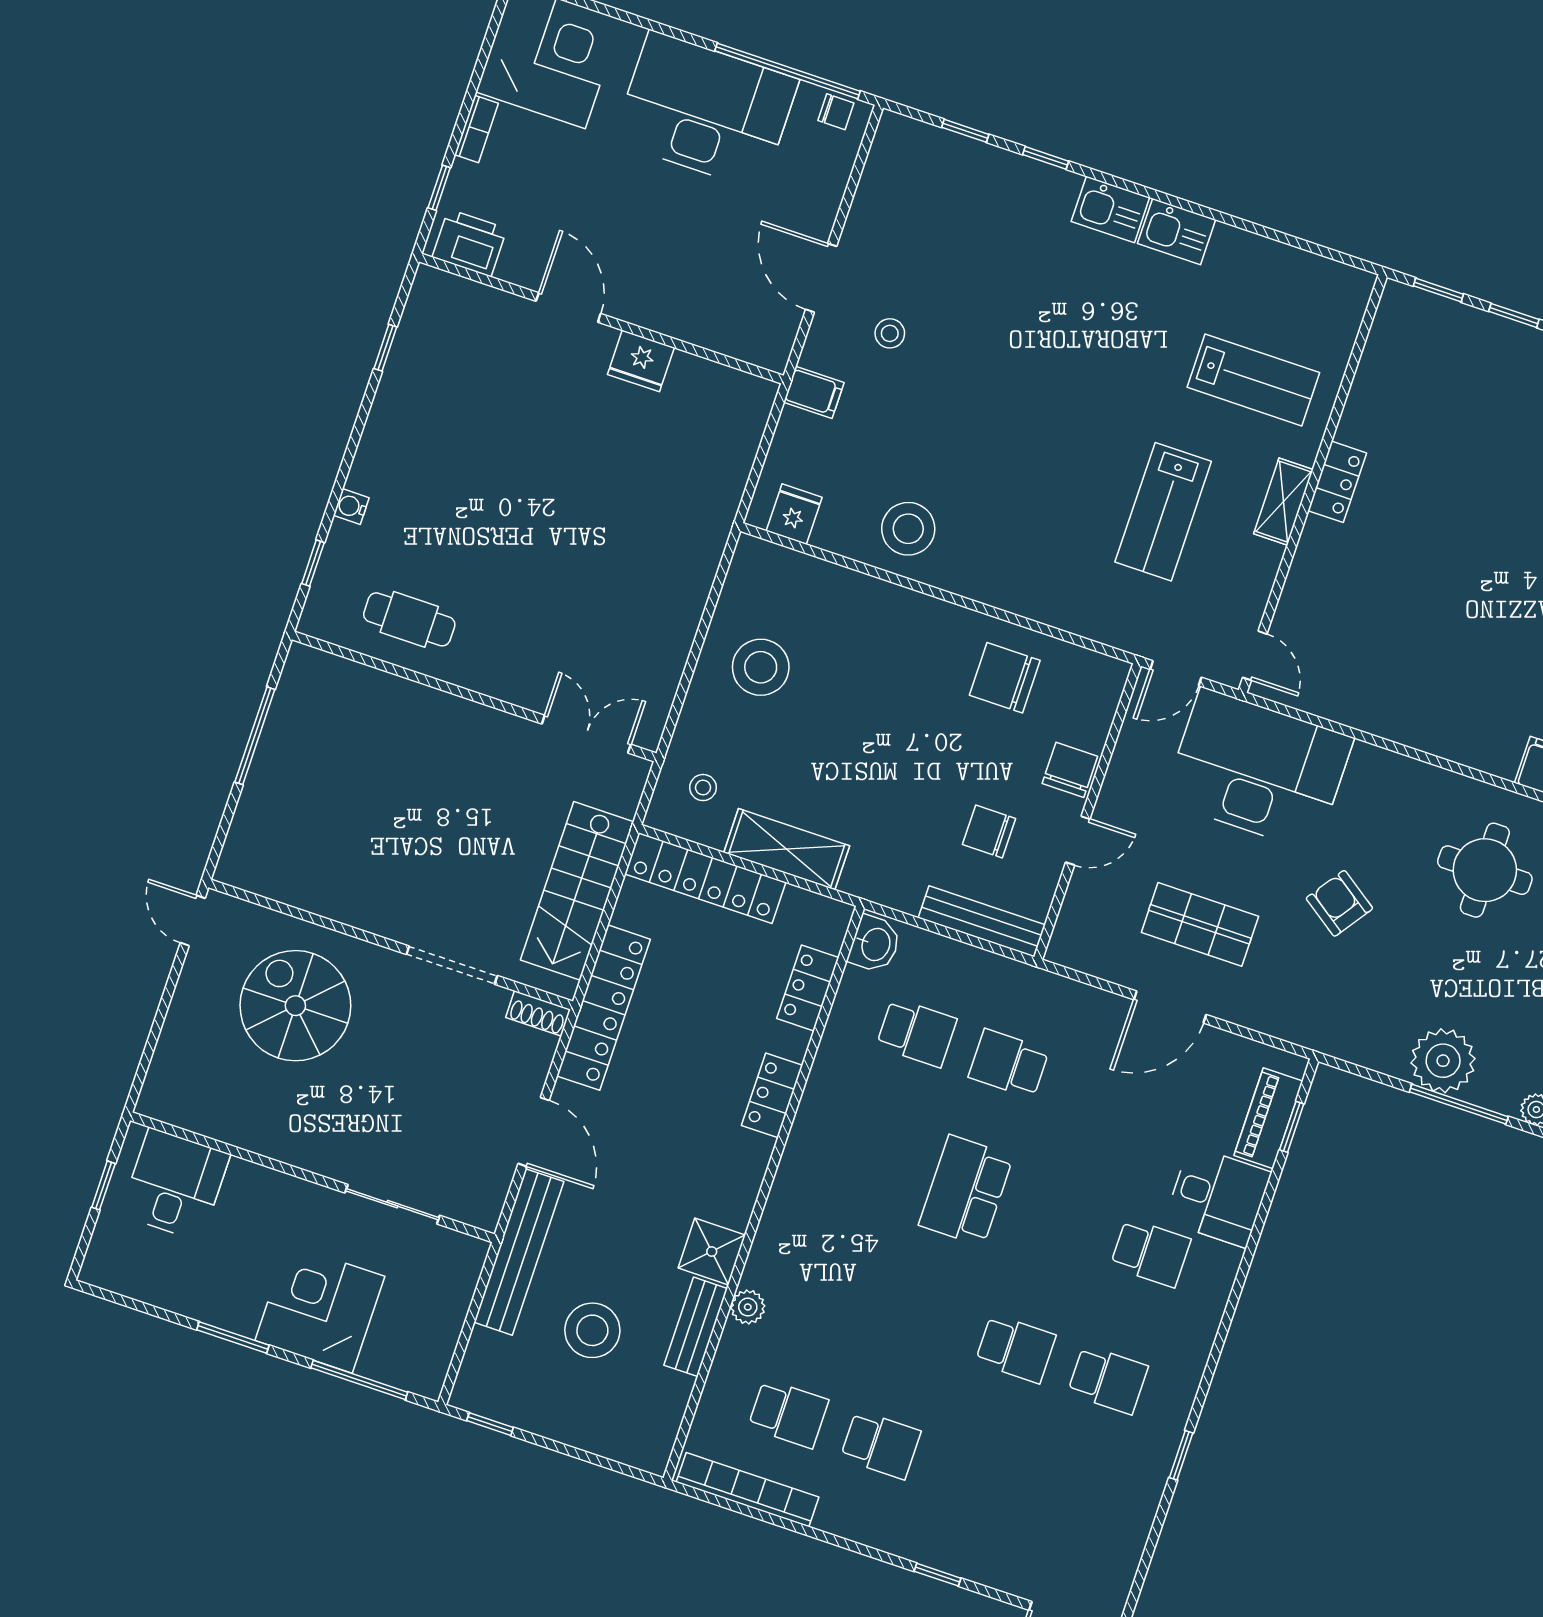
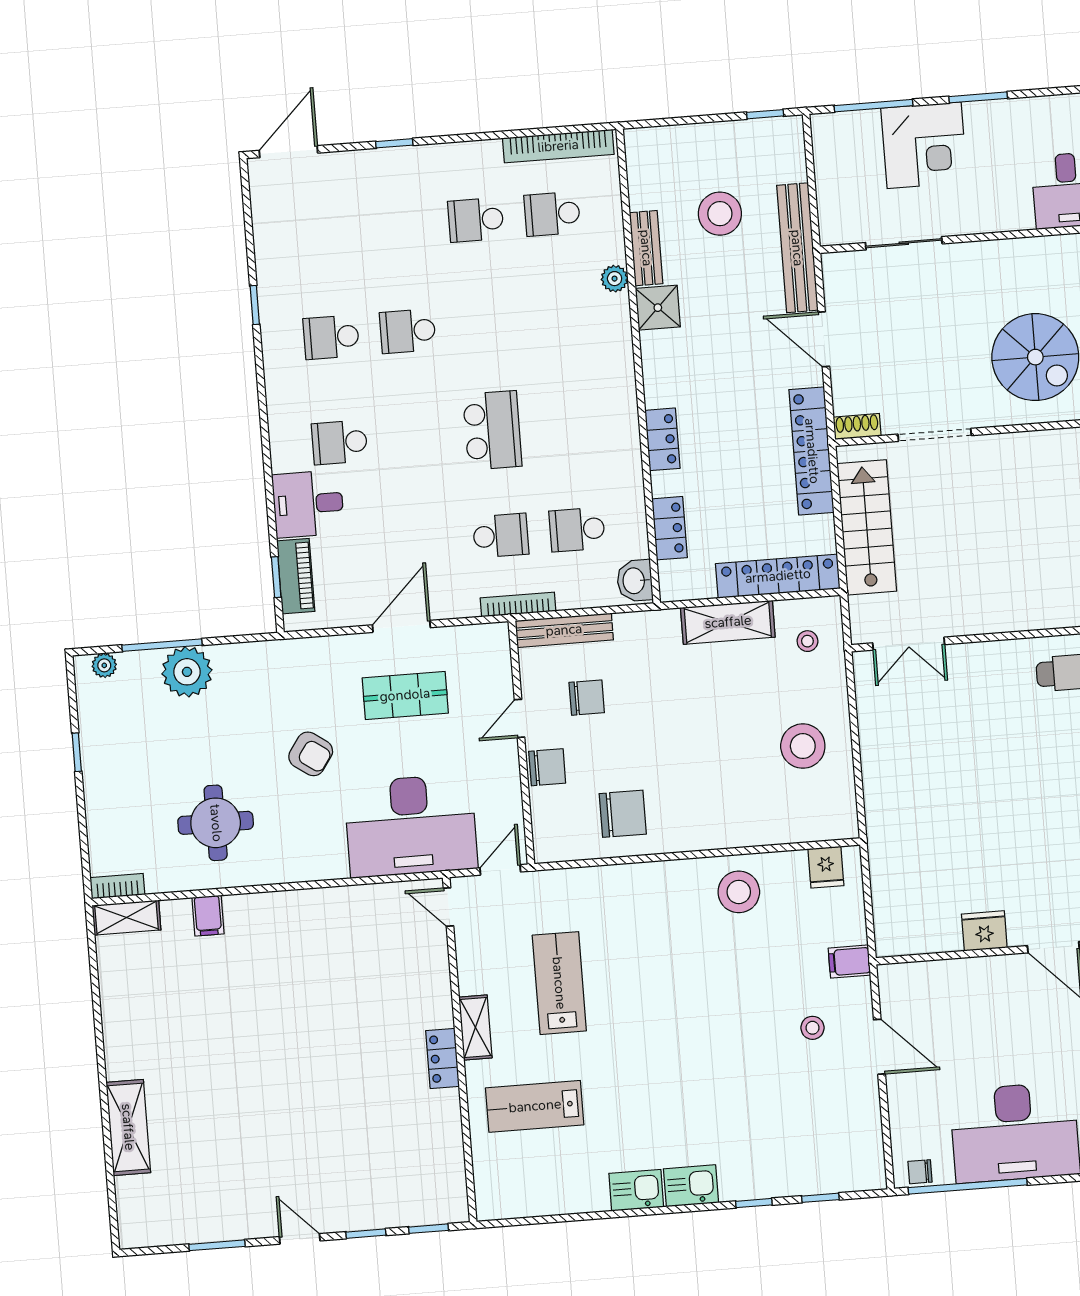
chair: (1070, 770) -> (547, 767), turned -90
bookcase: (1023, 974) -> (518, 604), added

